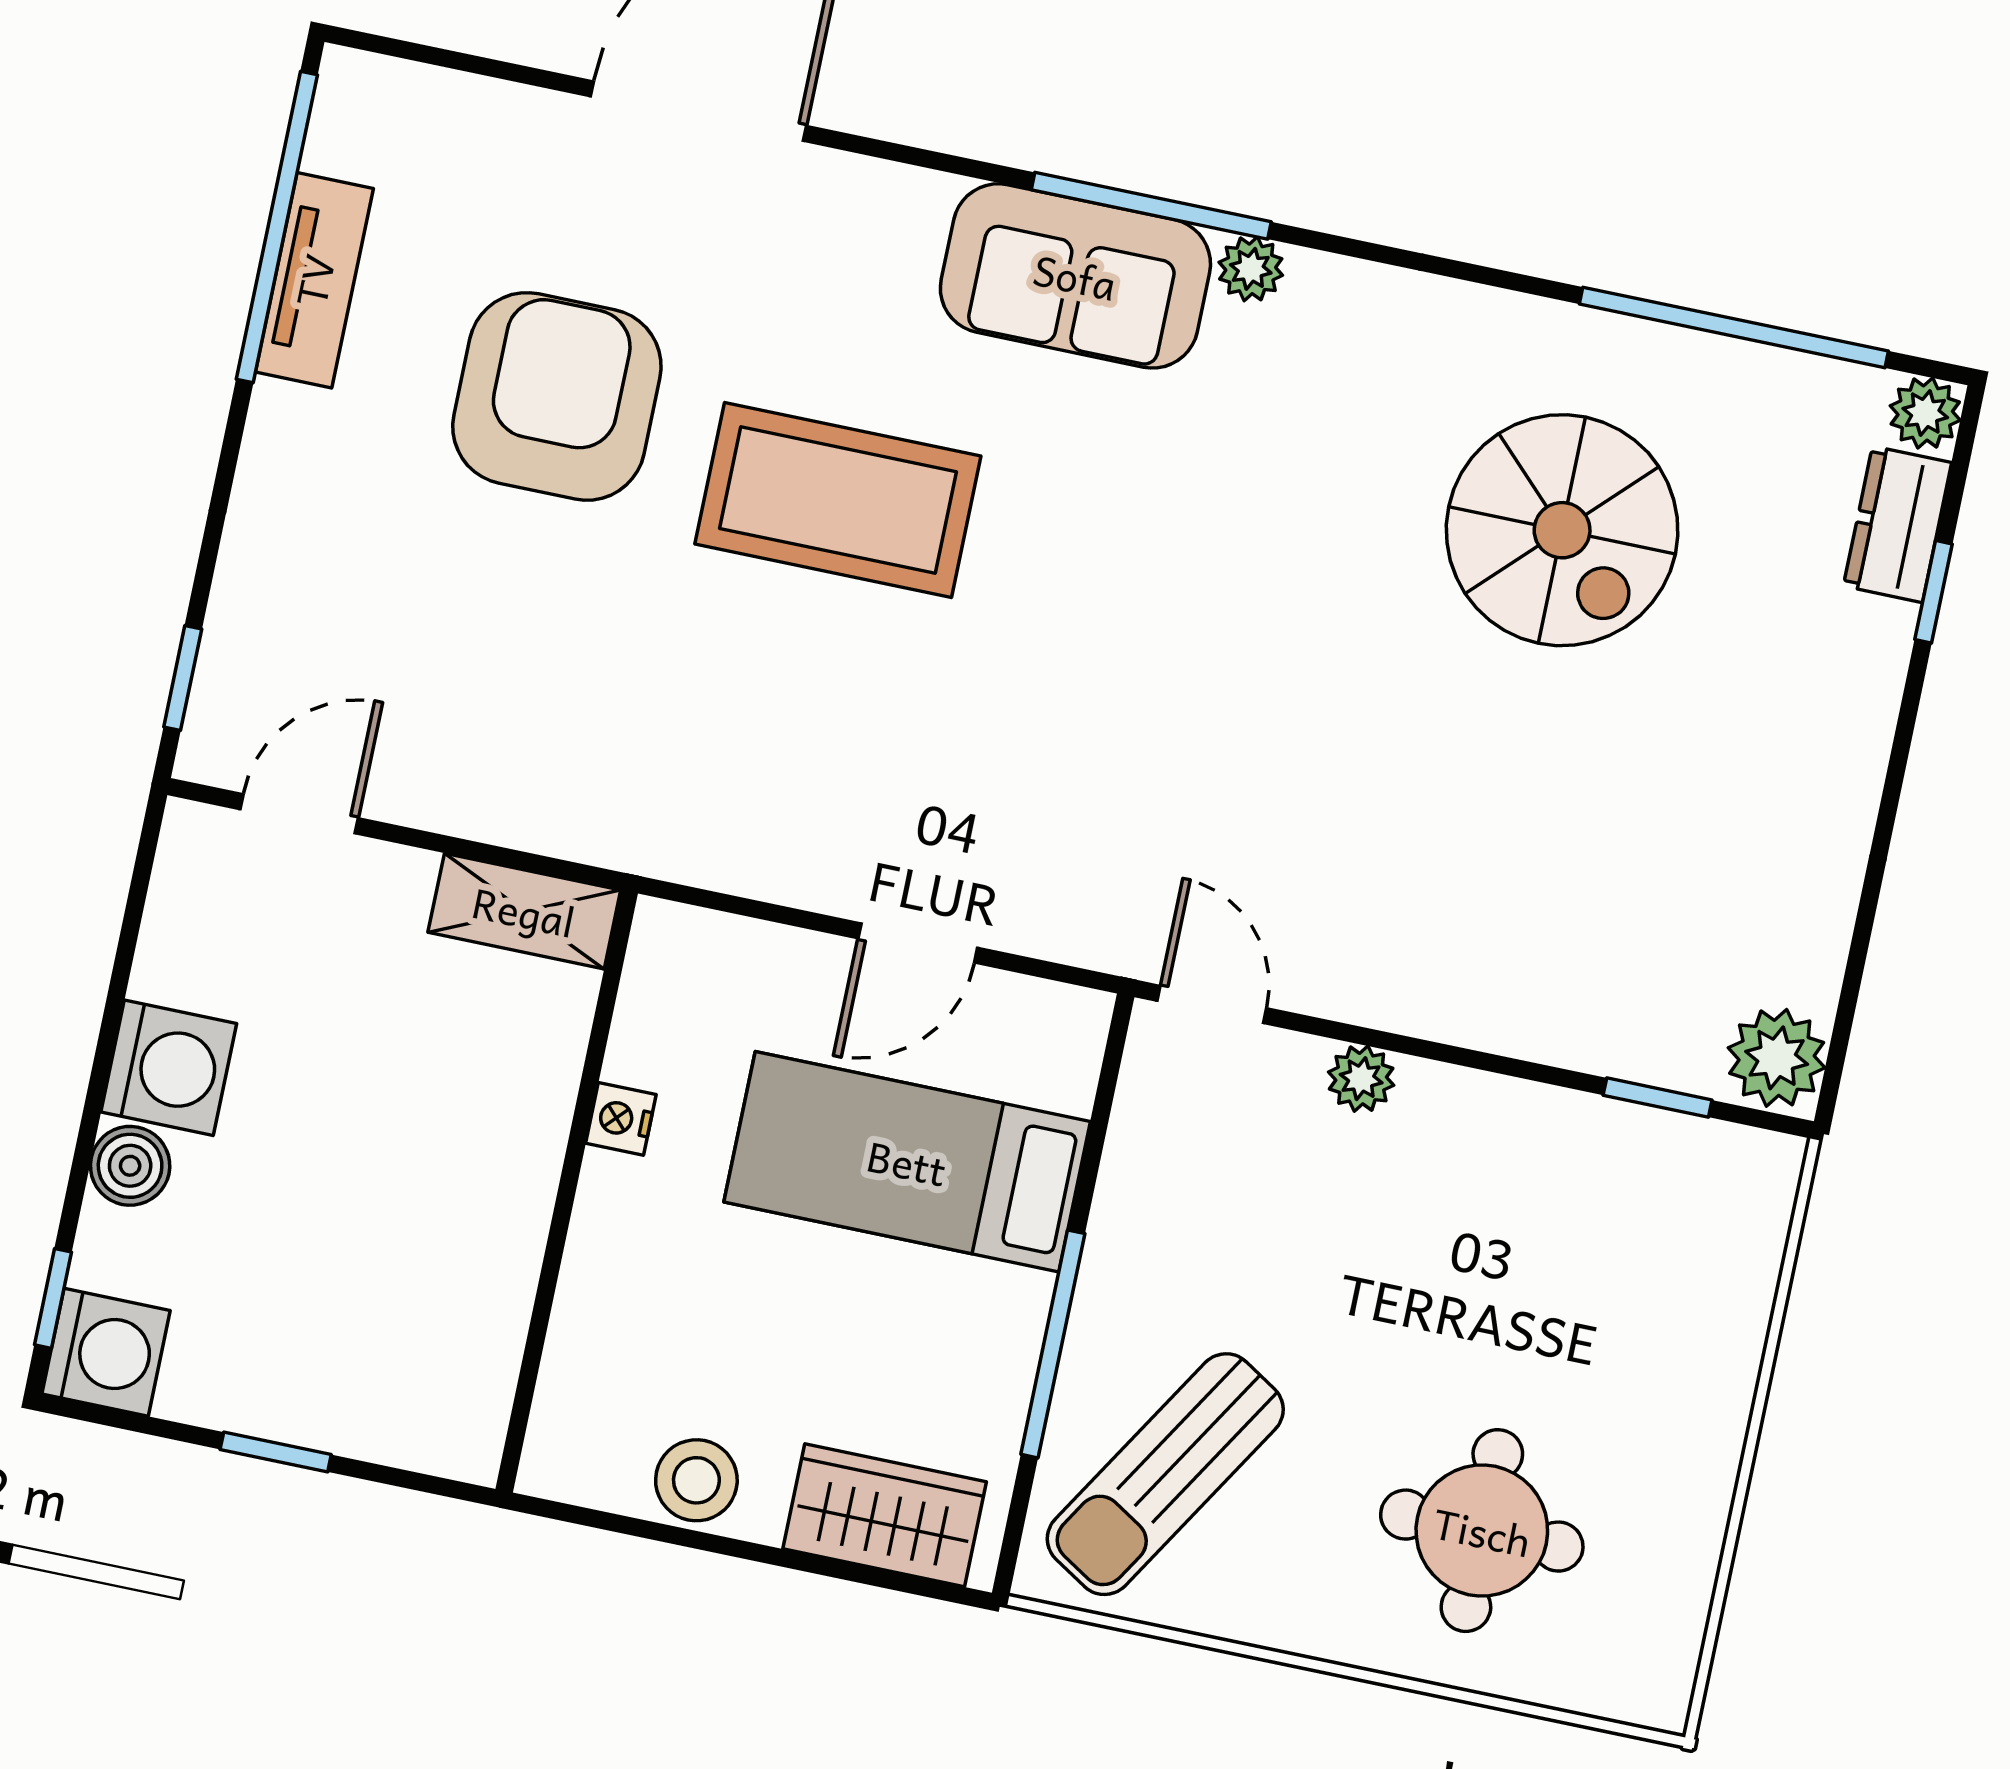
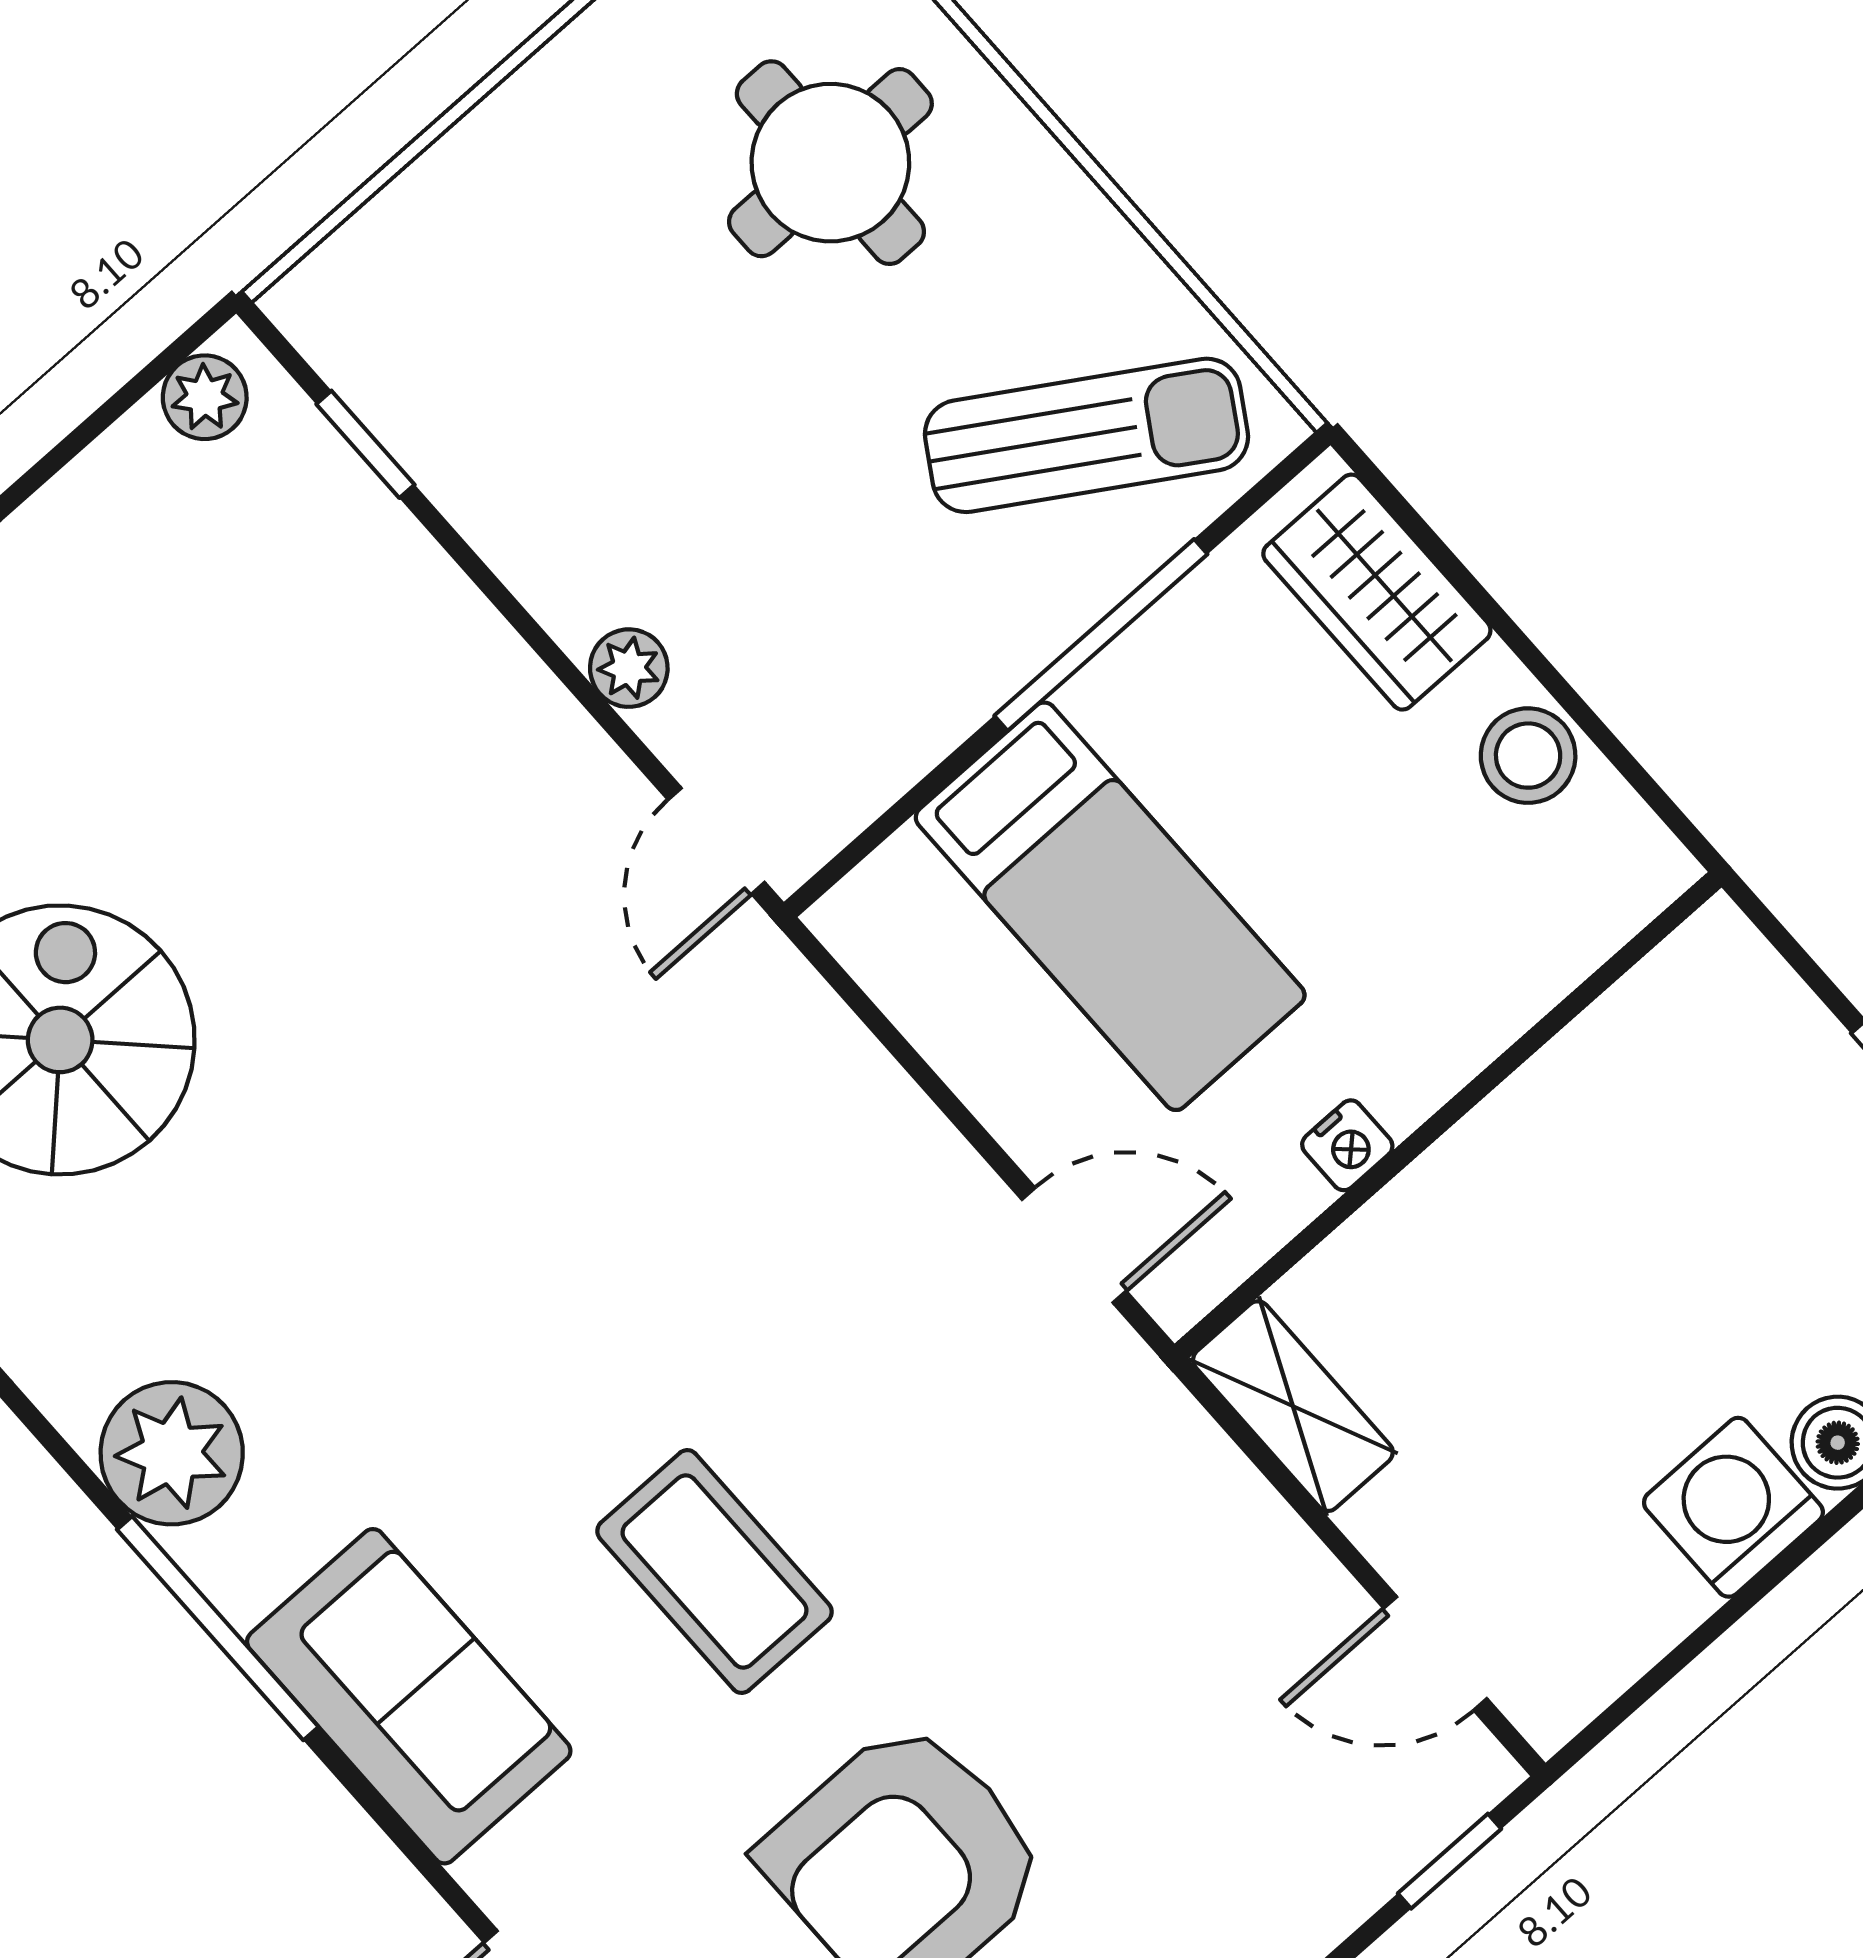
plant: (1251, 269) -> (172, 1453), width x1.88, depth x1.88
sofa: (1075, 276) -> (409, 1696), moved
coffee table: (838, 500) -> (715, 1572), width x0.73, depth x0.76
door: (918, 943) -> (1074, 1245), moved
plant: (1777, 1058) -> (205, 397), width x0.73, depth x0.73

